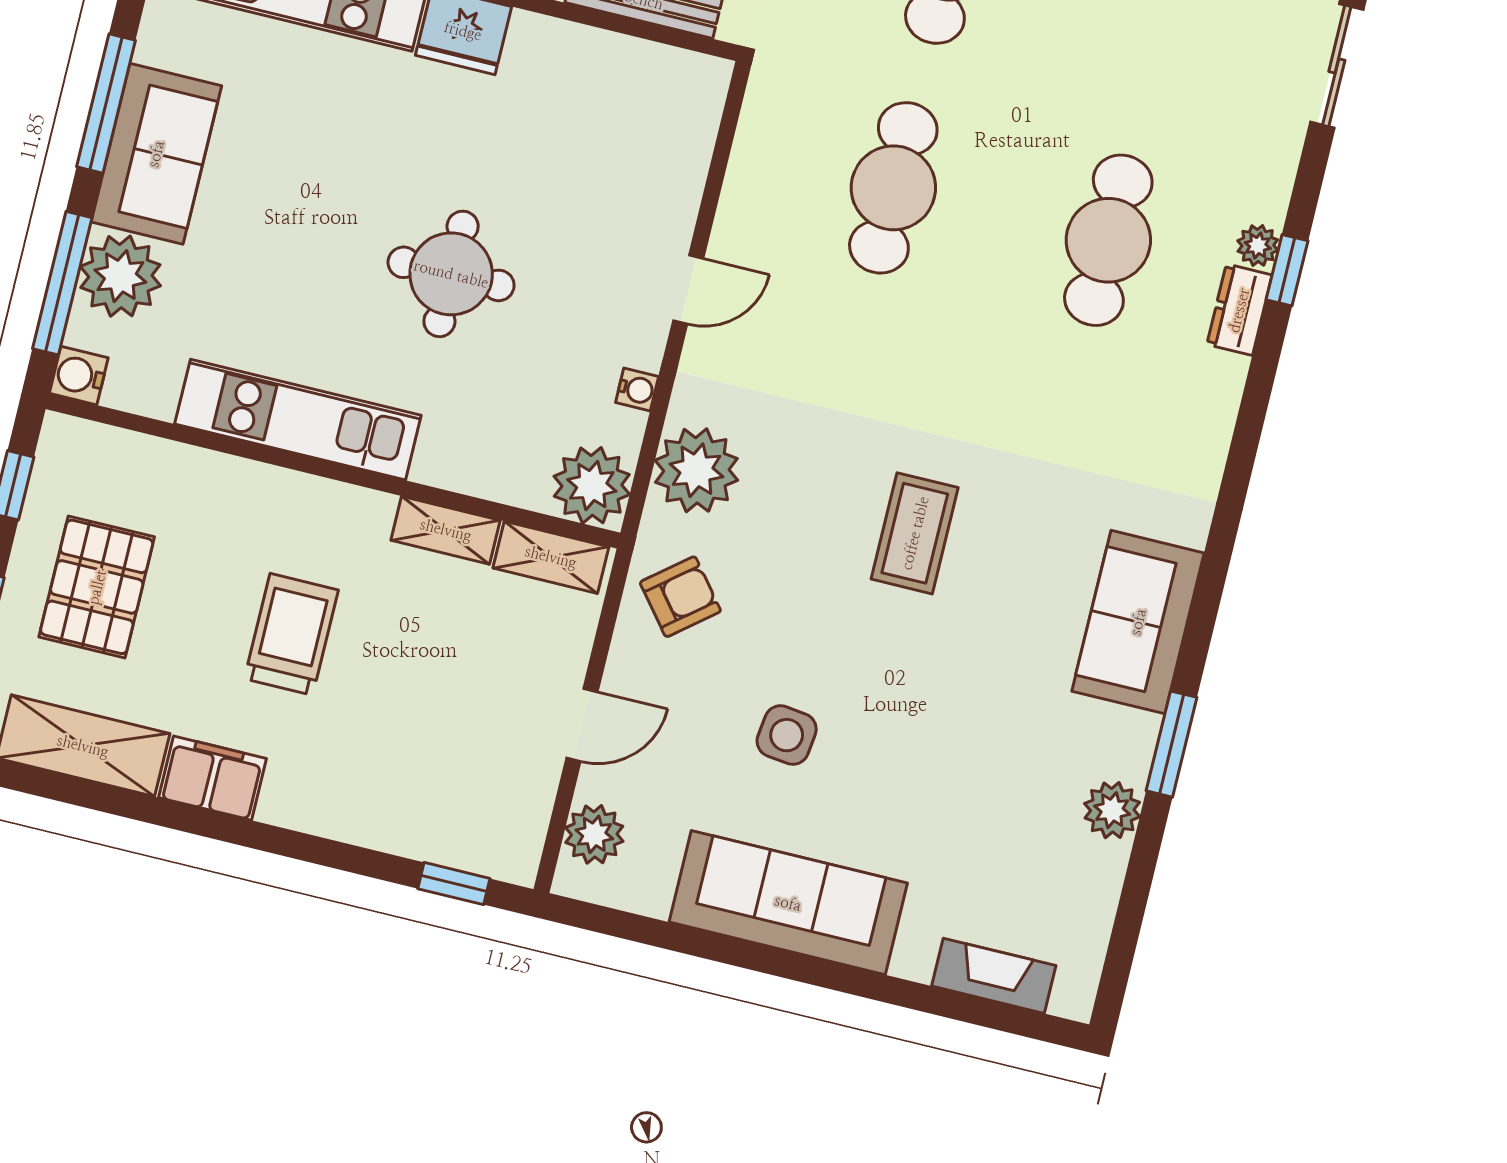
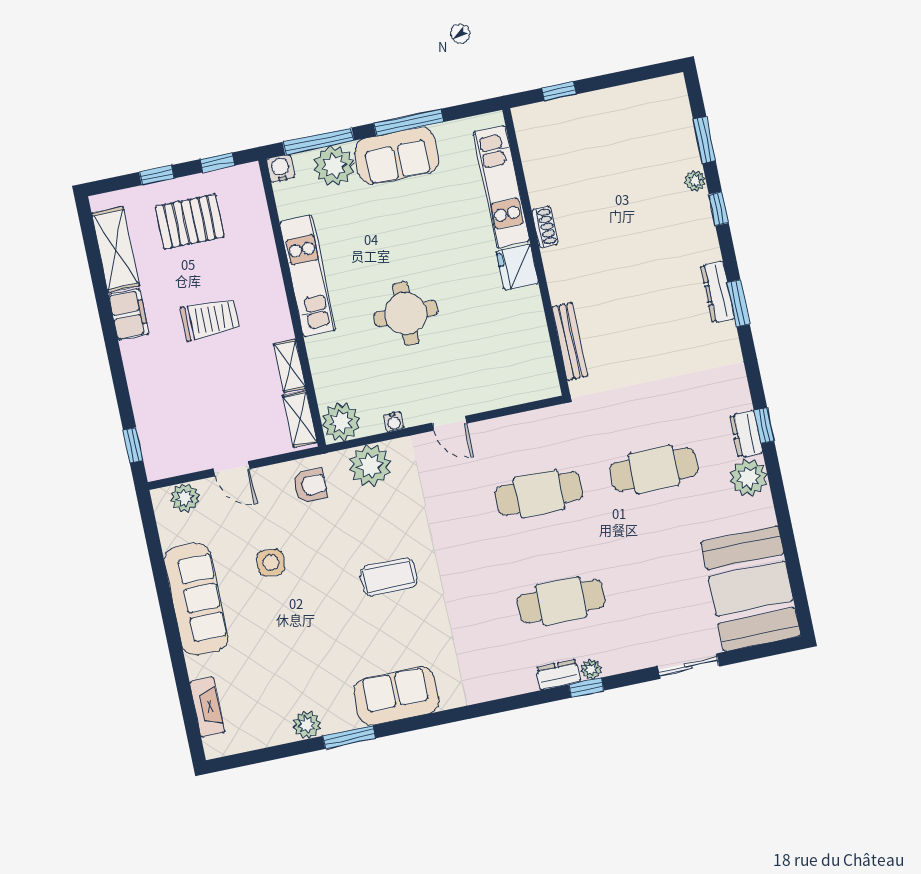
armchair: (680, 597) -> (310, 485), turned -51

